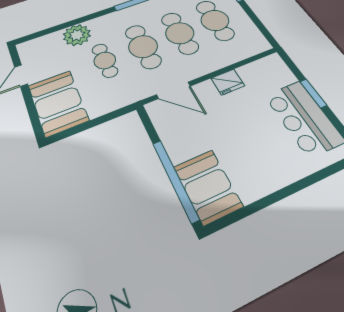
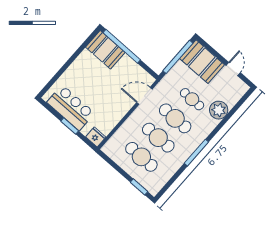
fridge: (228, 82) -> (96, 137), moved, turned 90
window: (90, 124) -> (178, 57), added

